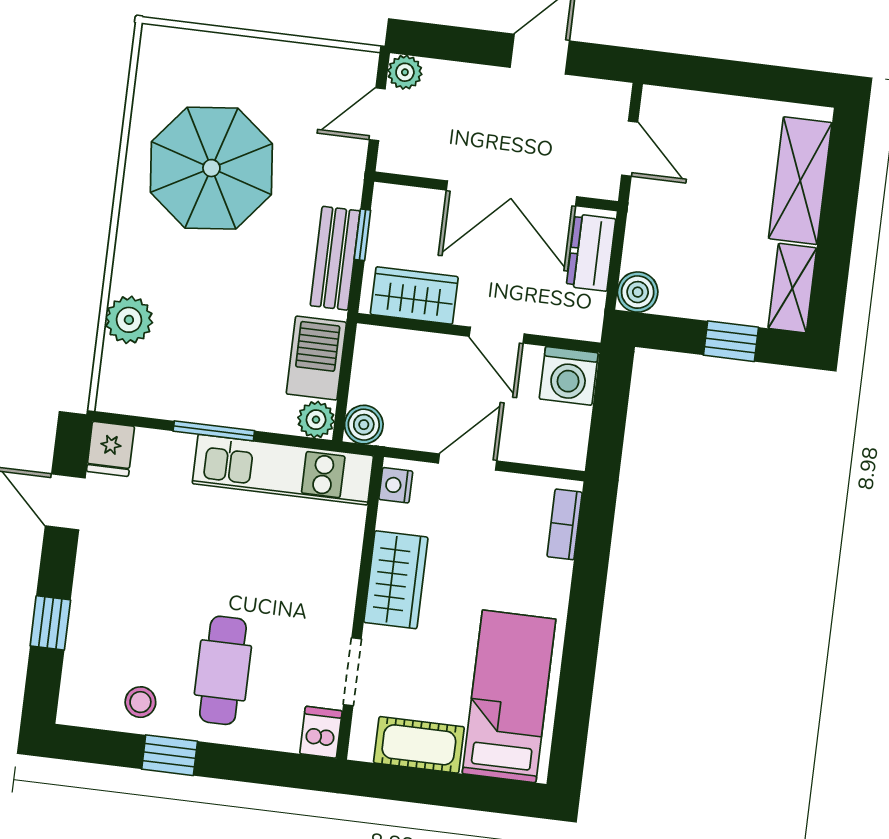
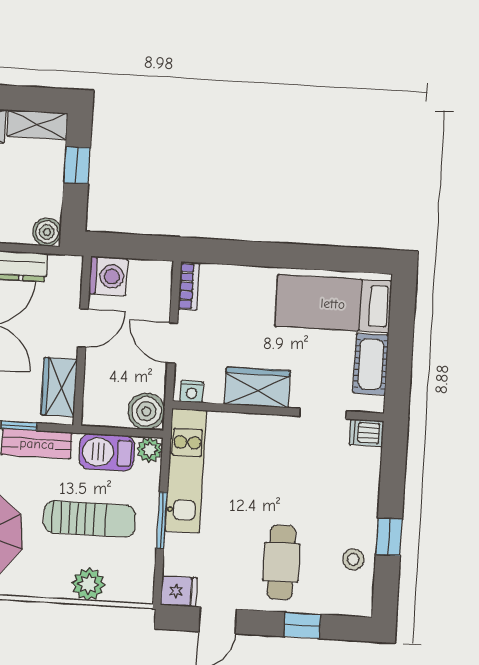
sun lounger: (222, 327) -> (90, 519), added
boiler: (364, 425) -> (146, 411), width x1.36, depth x1.36
bookcase: (565, 524) -> (189, 286), moved, turned -90
cafe table: (223, 670) -> (281, 562), moved, turned 90

